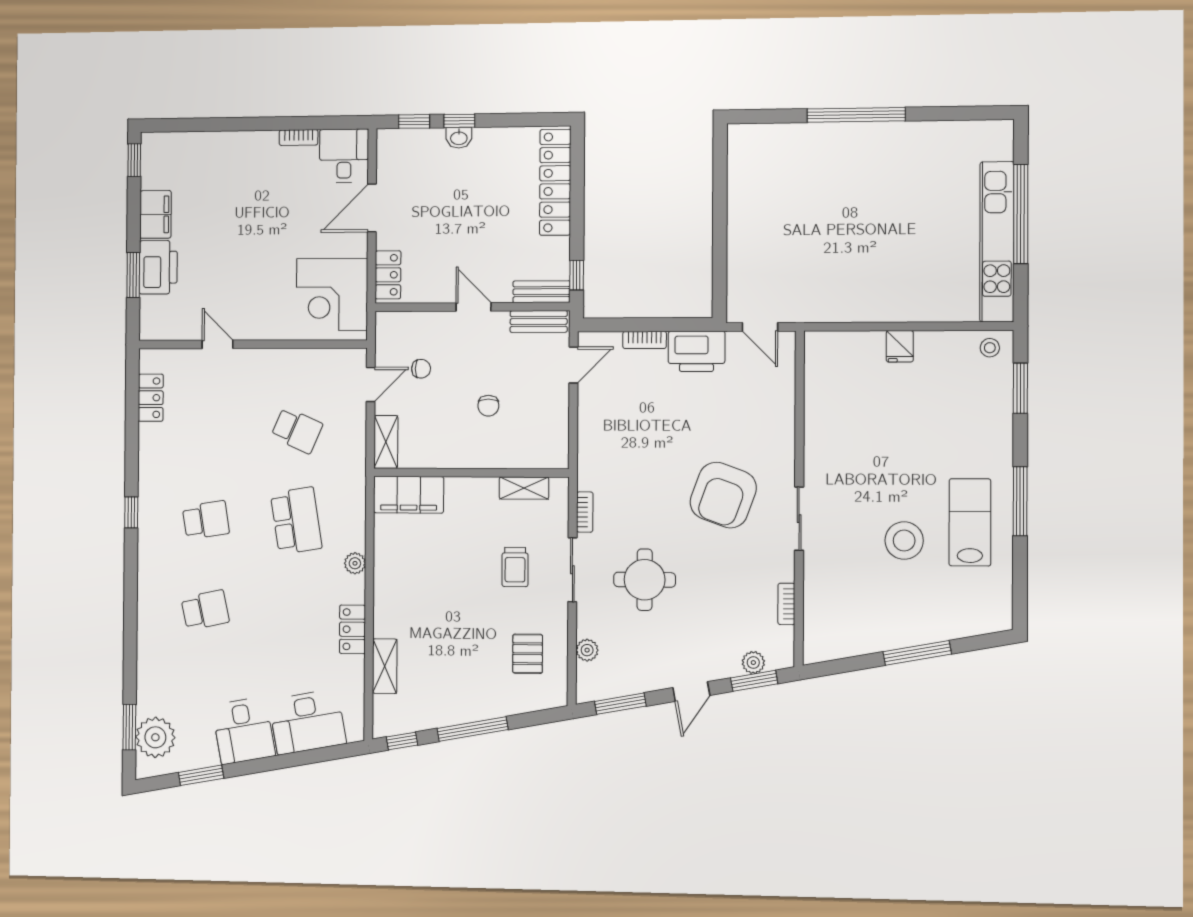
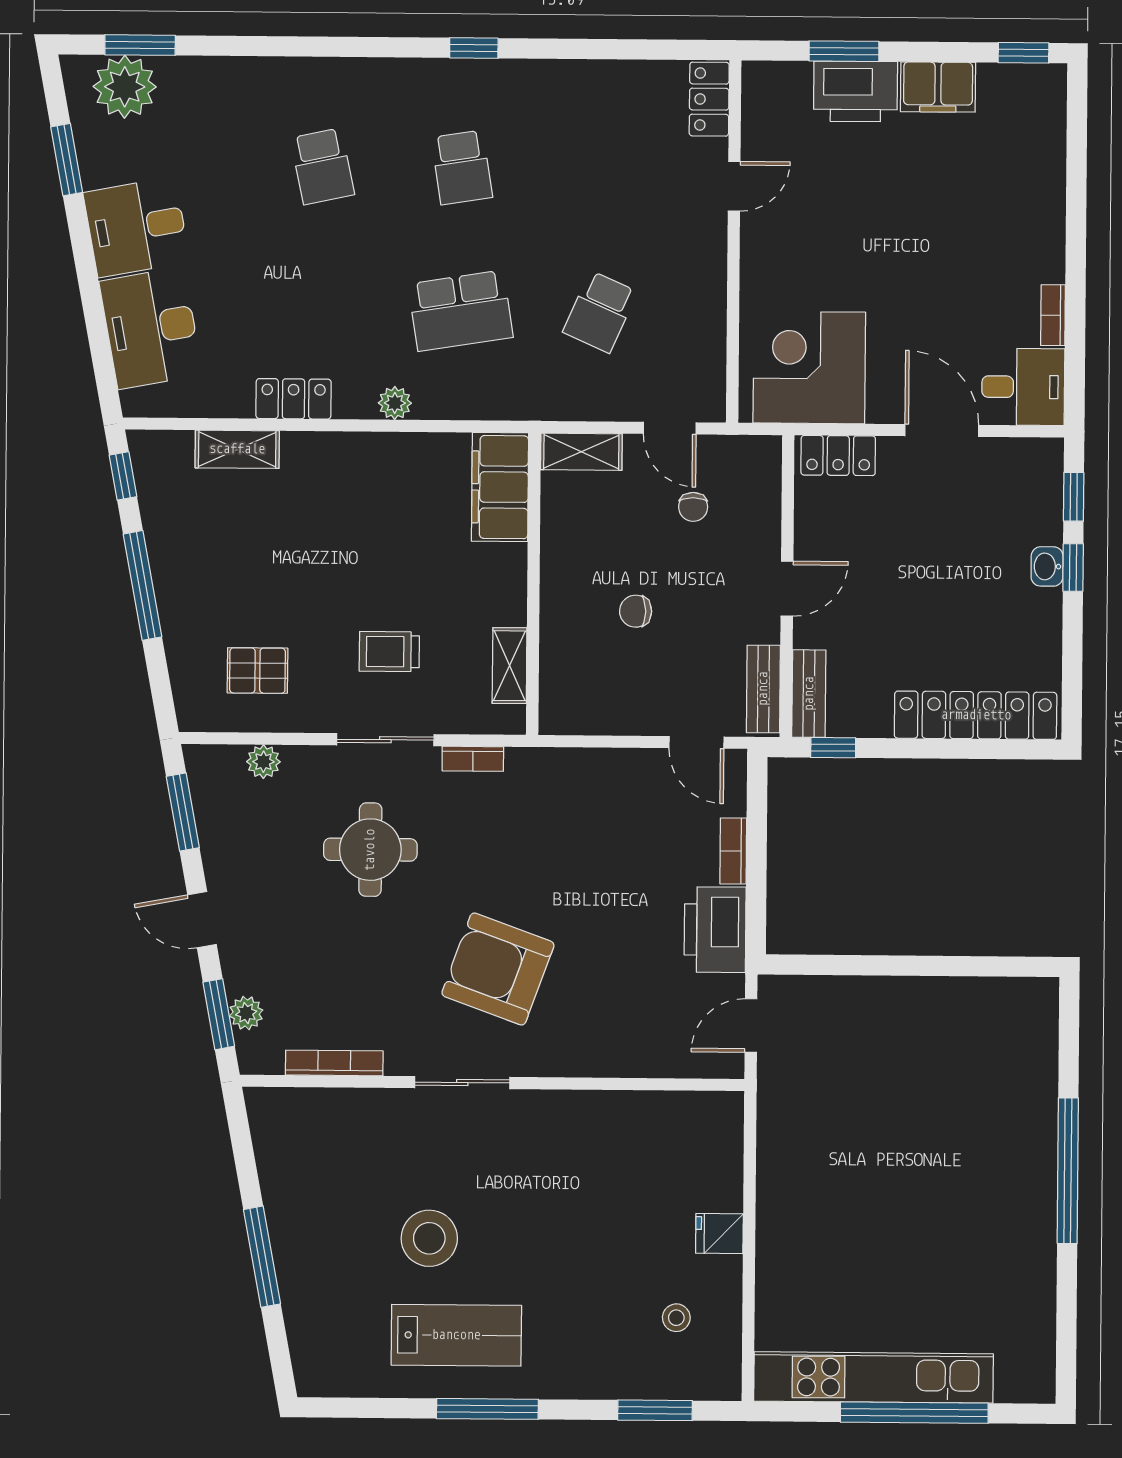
stool: (990, 348) -> (676, 1318), moved
locker: (151, 398) -> (709, 99), moved, turned 90
bookcase: (786, 604) -> (334, 1063), width x1.56

